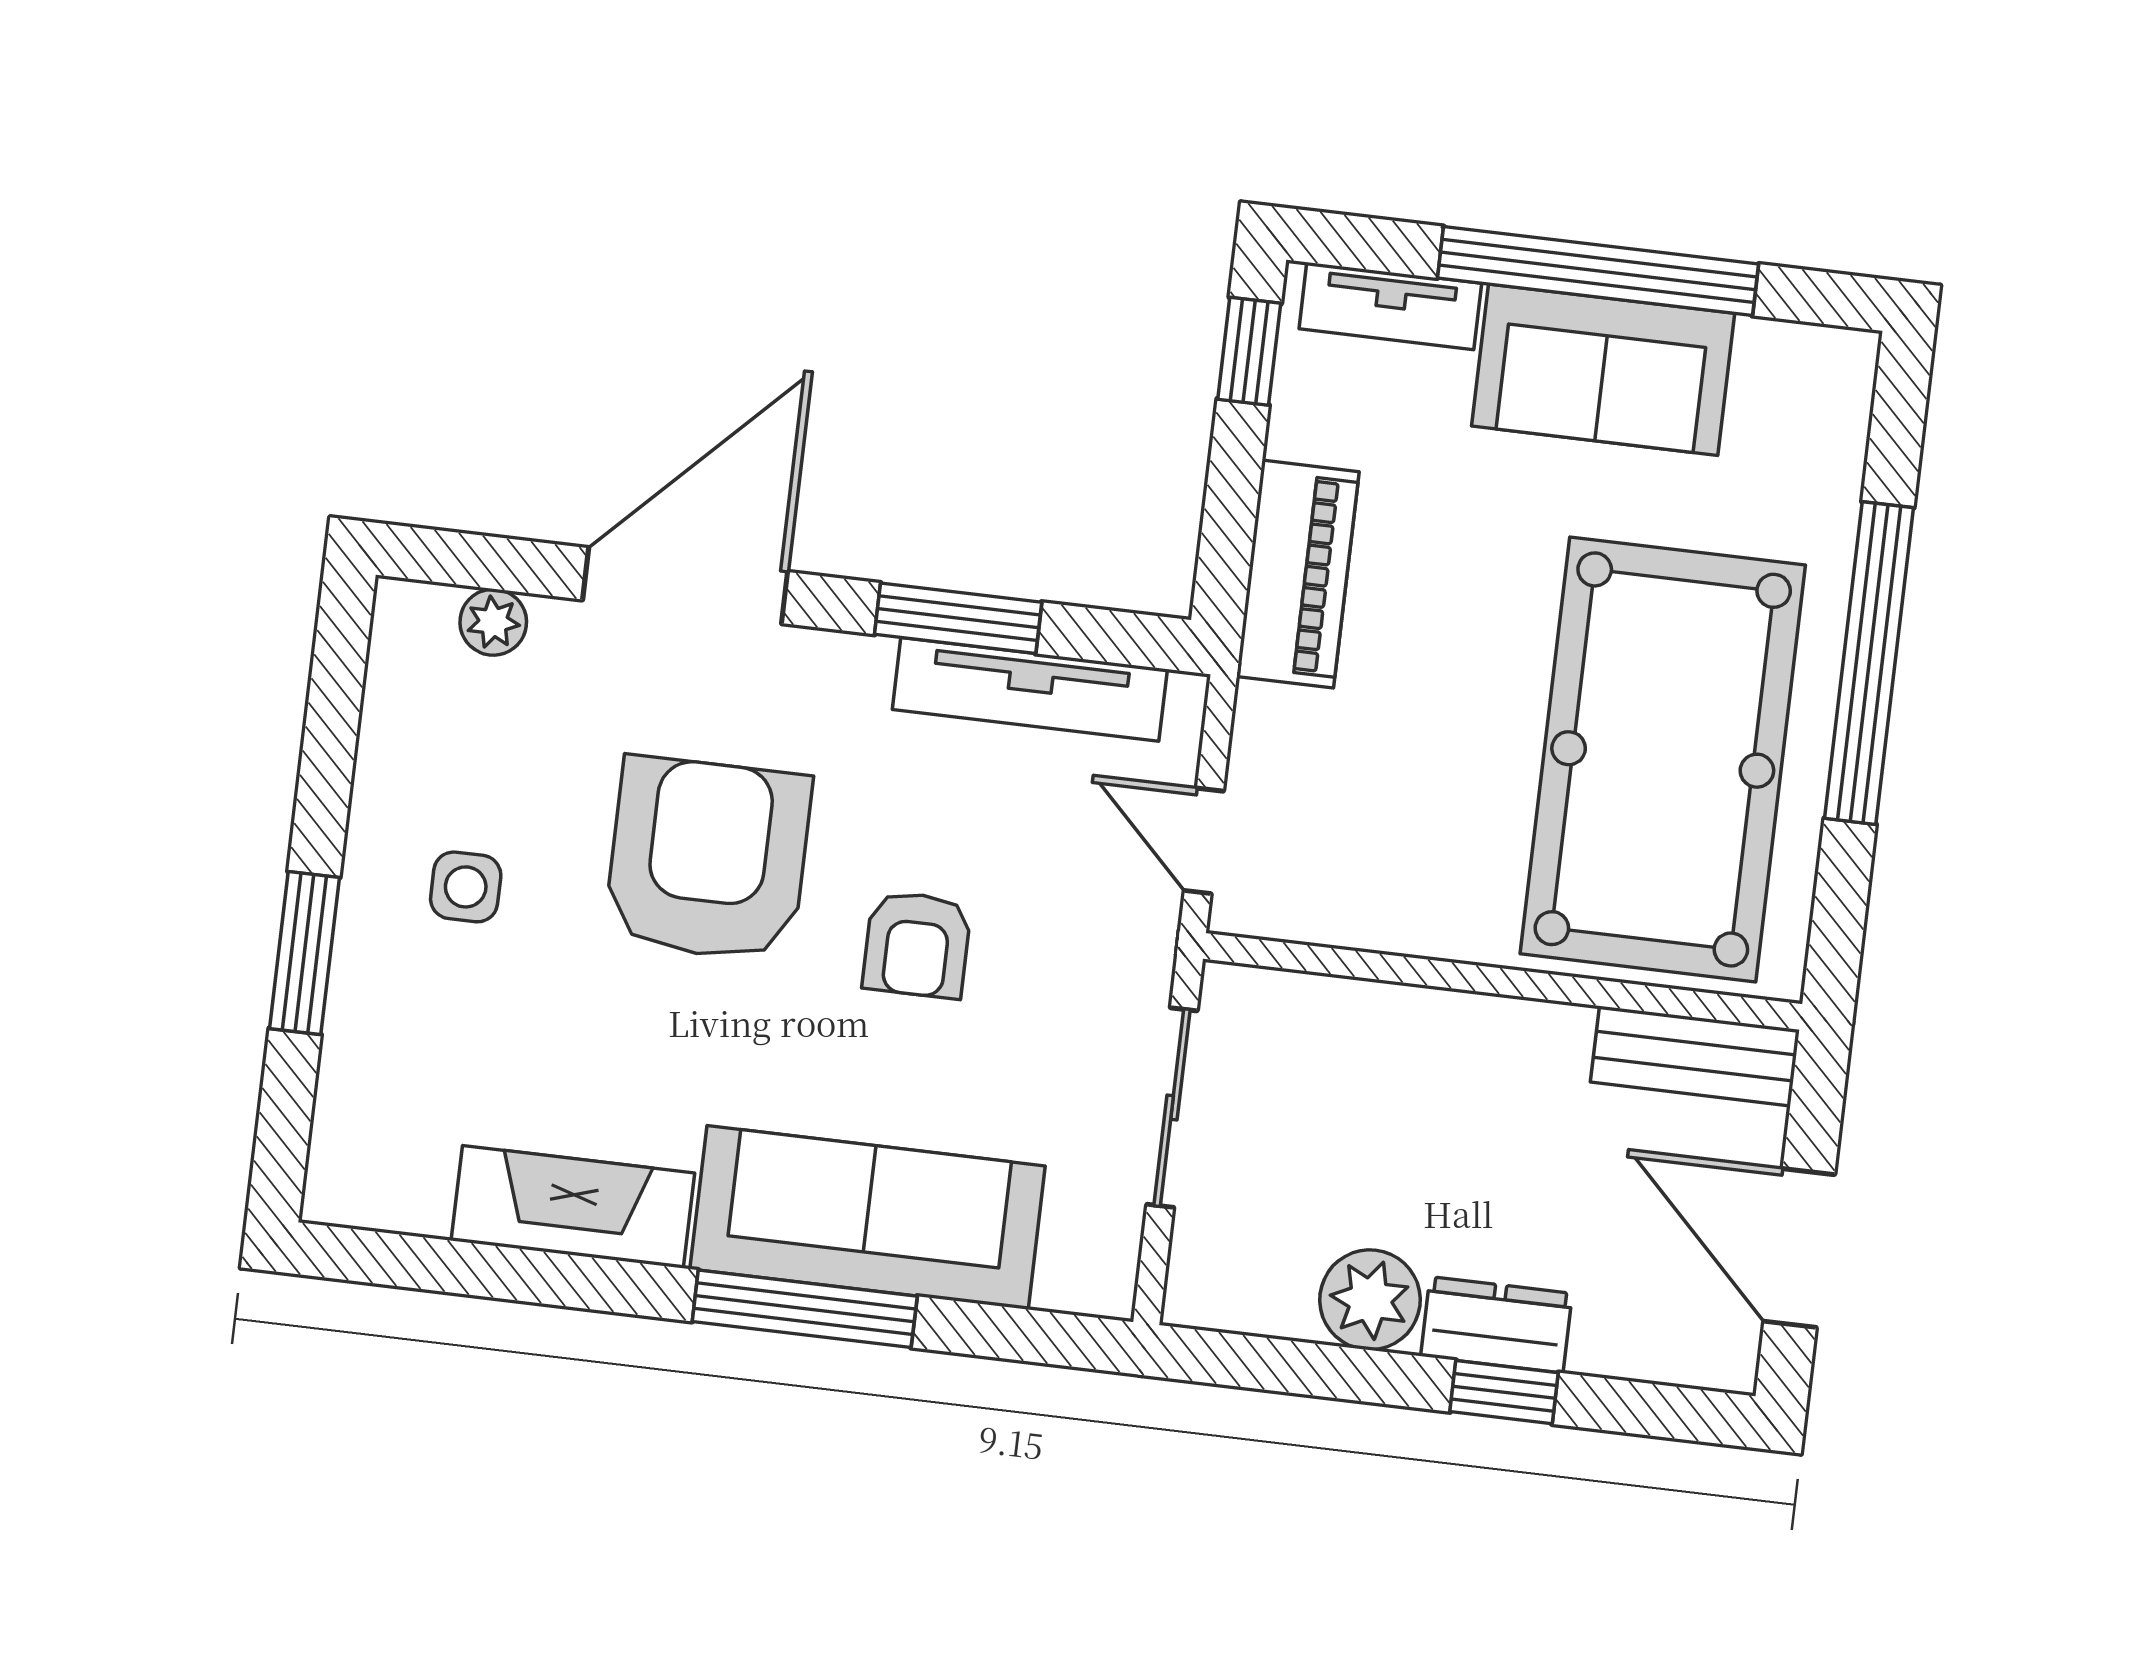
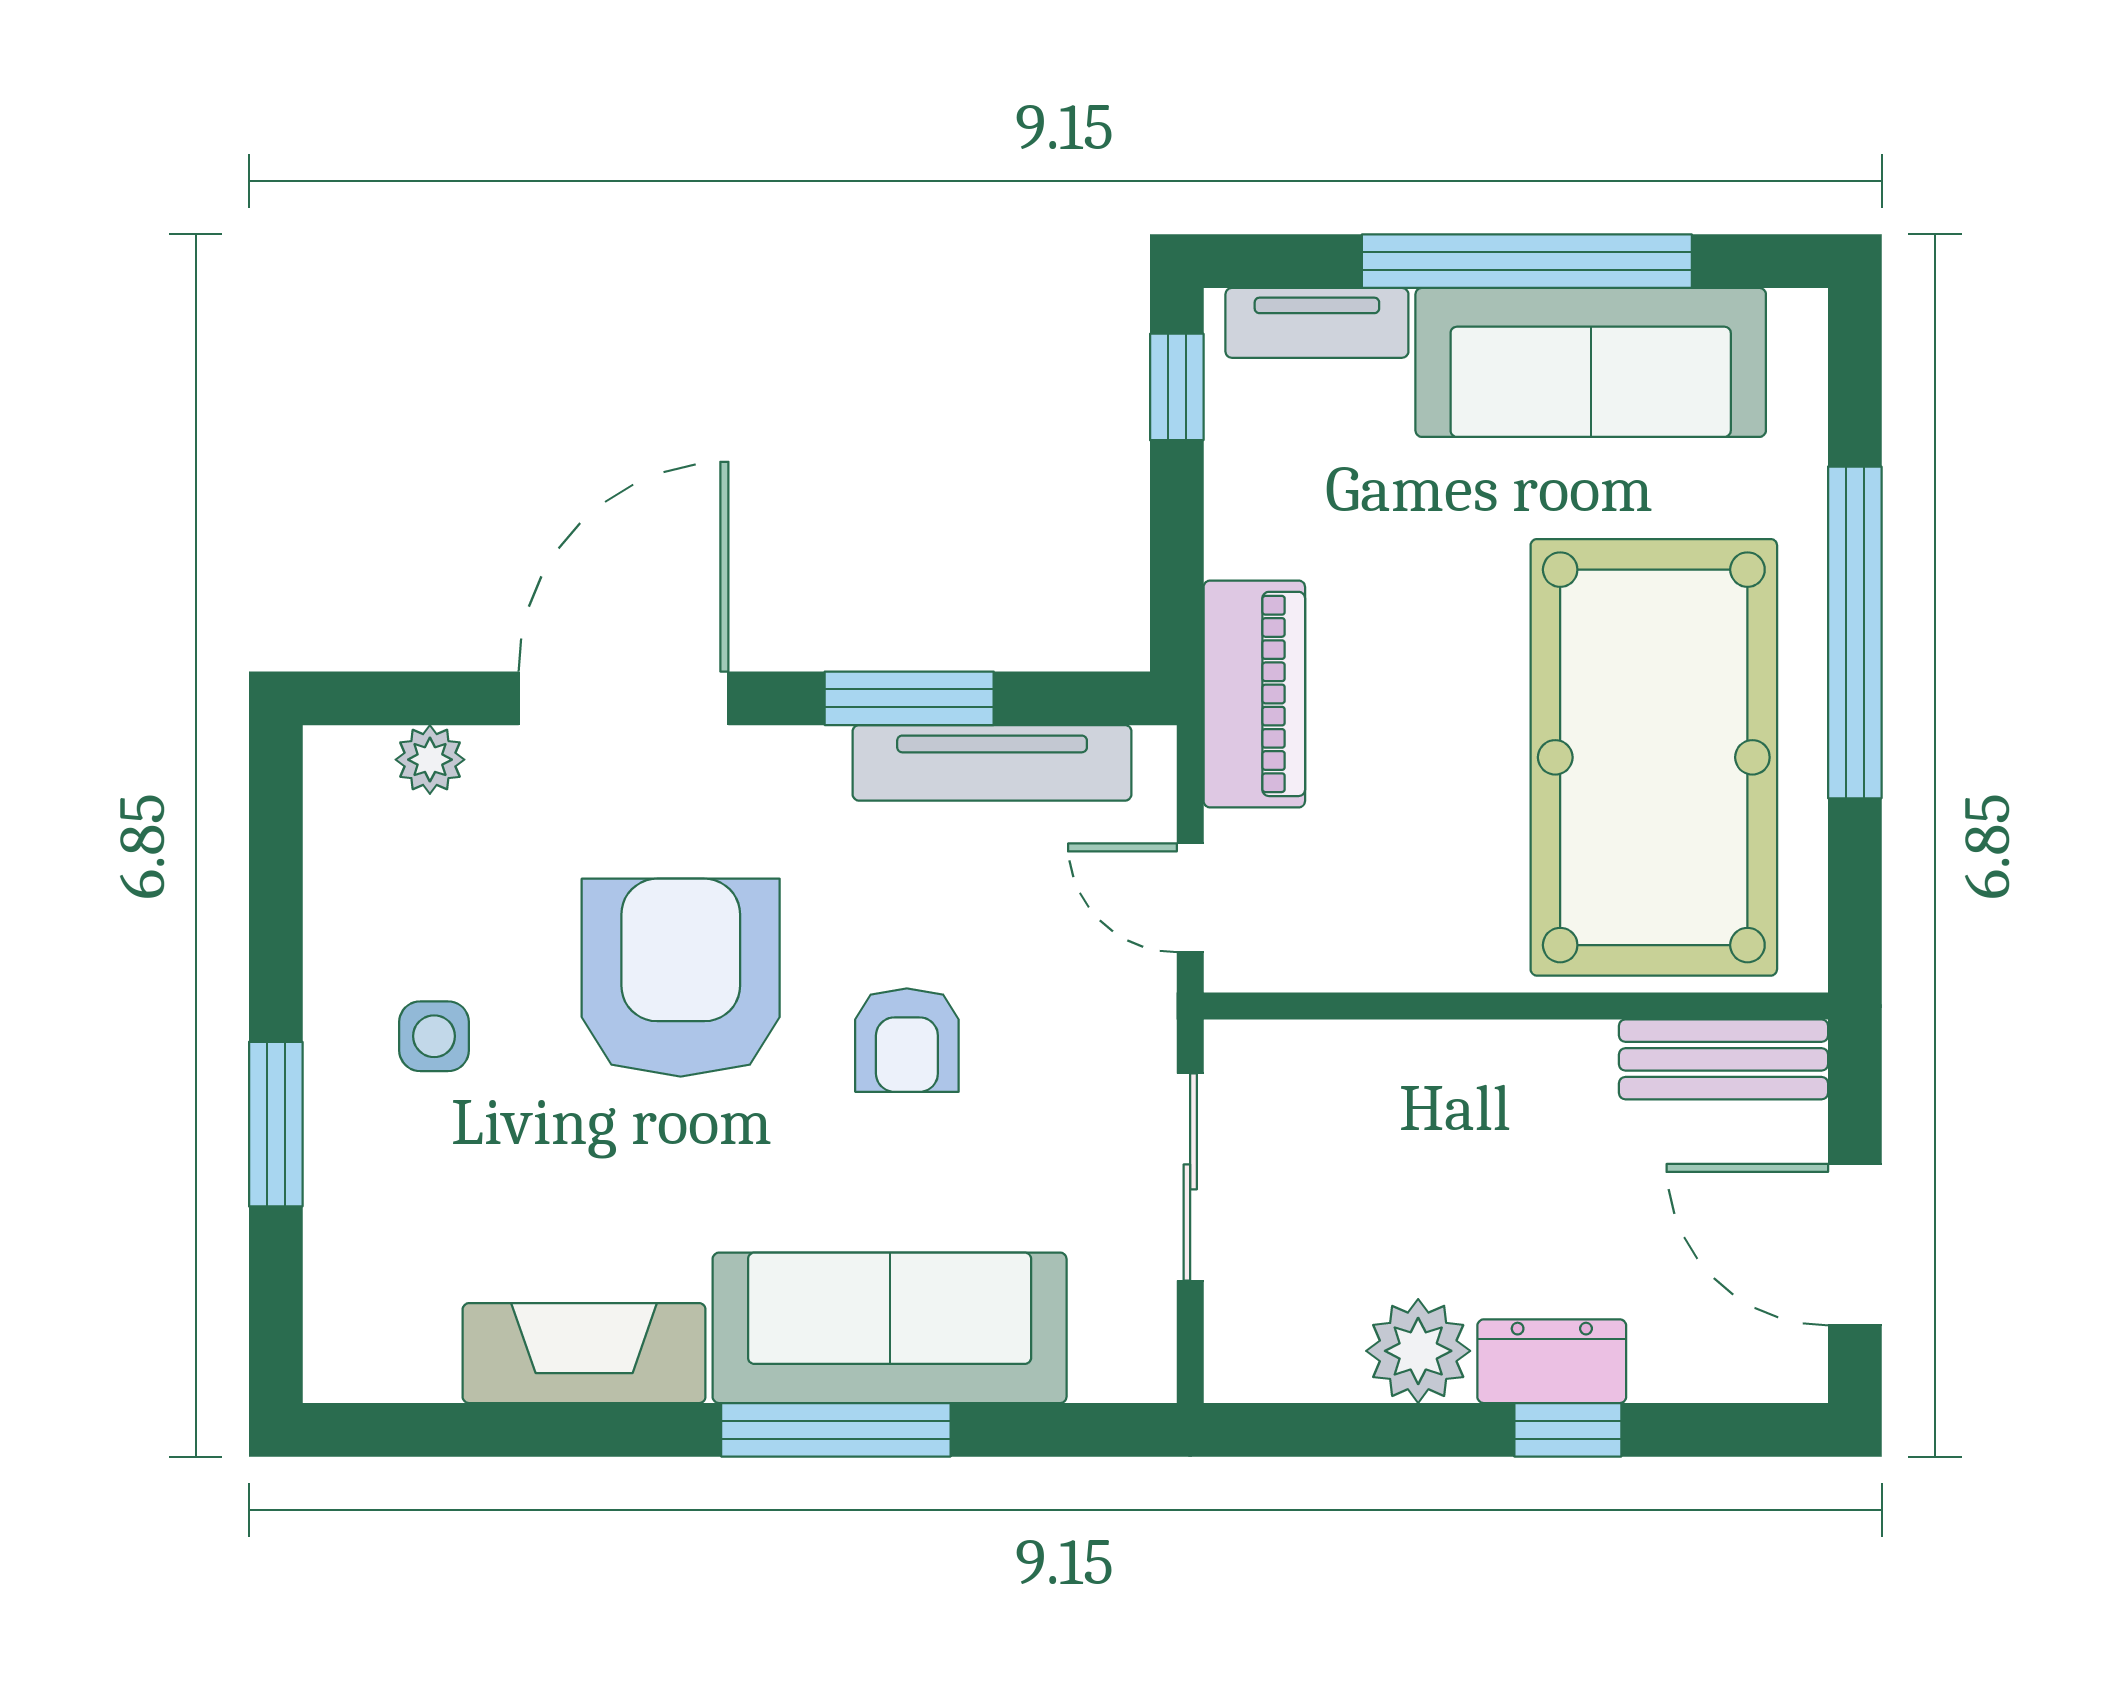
sofa: (1603, 370) -> (1591, 362), width x1.36
piano: (1298, 574) -> (1254, 694), moved

